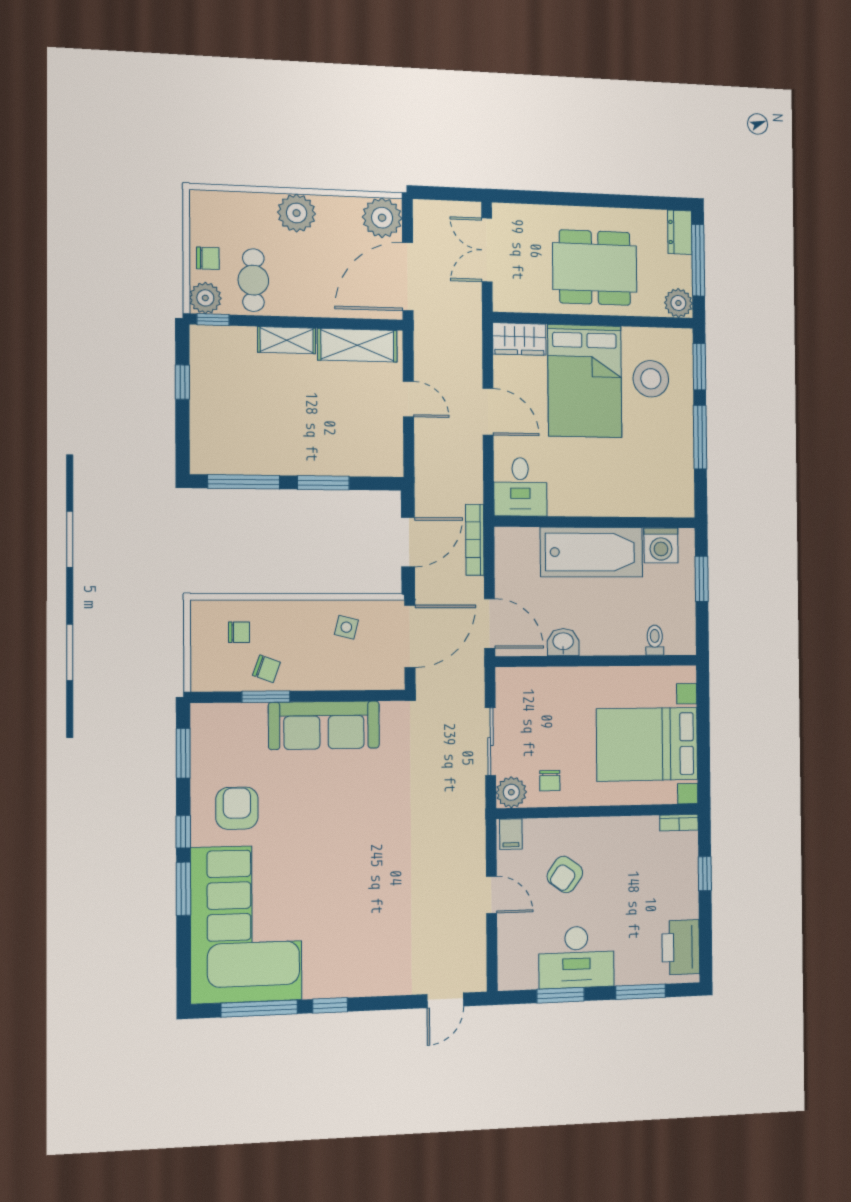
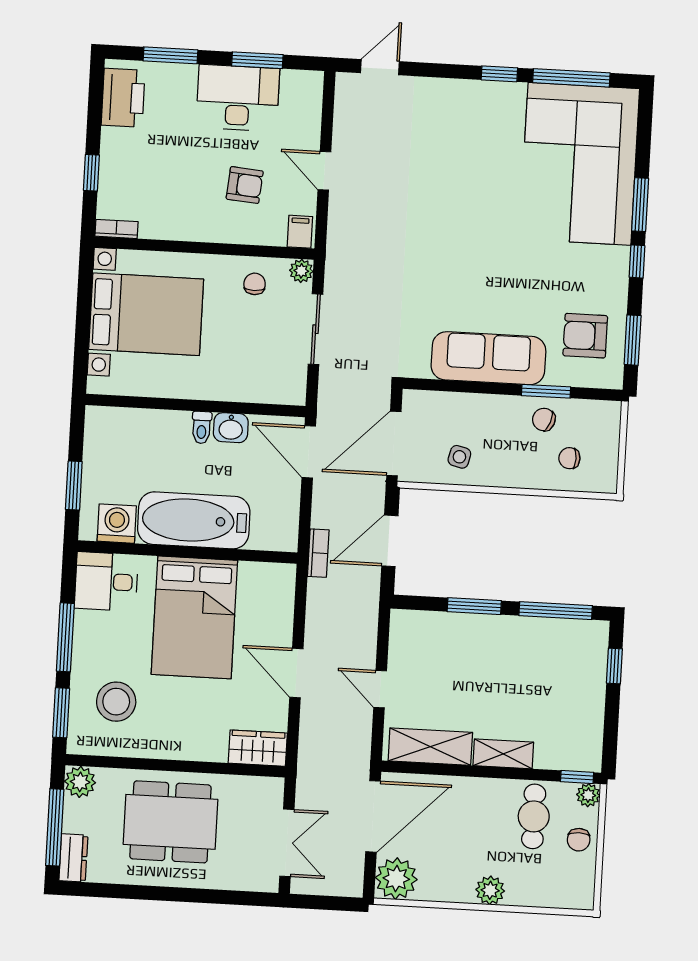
plant: (297, 213) -> (490, 890), width x0.73, depth x0.73
chair: (208, 258) -> (579, 840), turned -90
plant: (205, 298) -> (588, 795), width x0.73, depth x0.73
bed: (585, 381) -> (194, 617), moved, turned 180
window: (182, 382) -> (614, 666), moved
desk: (520, 487) -> (106, 582), moved, turned -90
bookcase: (475, 540) -> (318, 553), width x0.64
toilet: (655, 640) -> (202, 428), moved
plant: (511, 792) -> (301, 271), width x0.73, depth x0.73
armchair: (237, 808) -> (585, 336), moved, turned 90
armchair: (565, 874) -> (245, 185), turned 59

